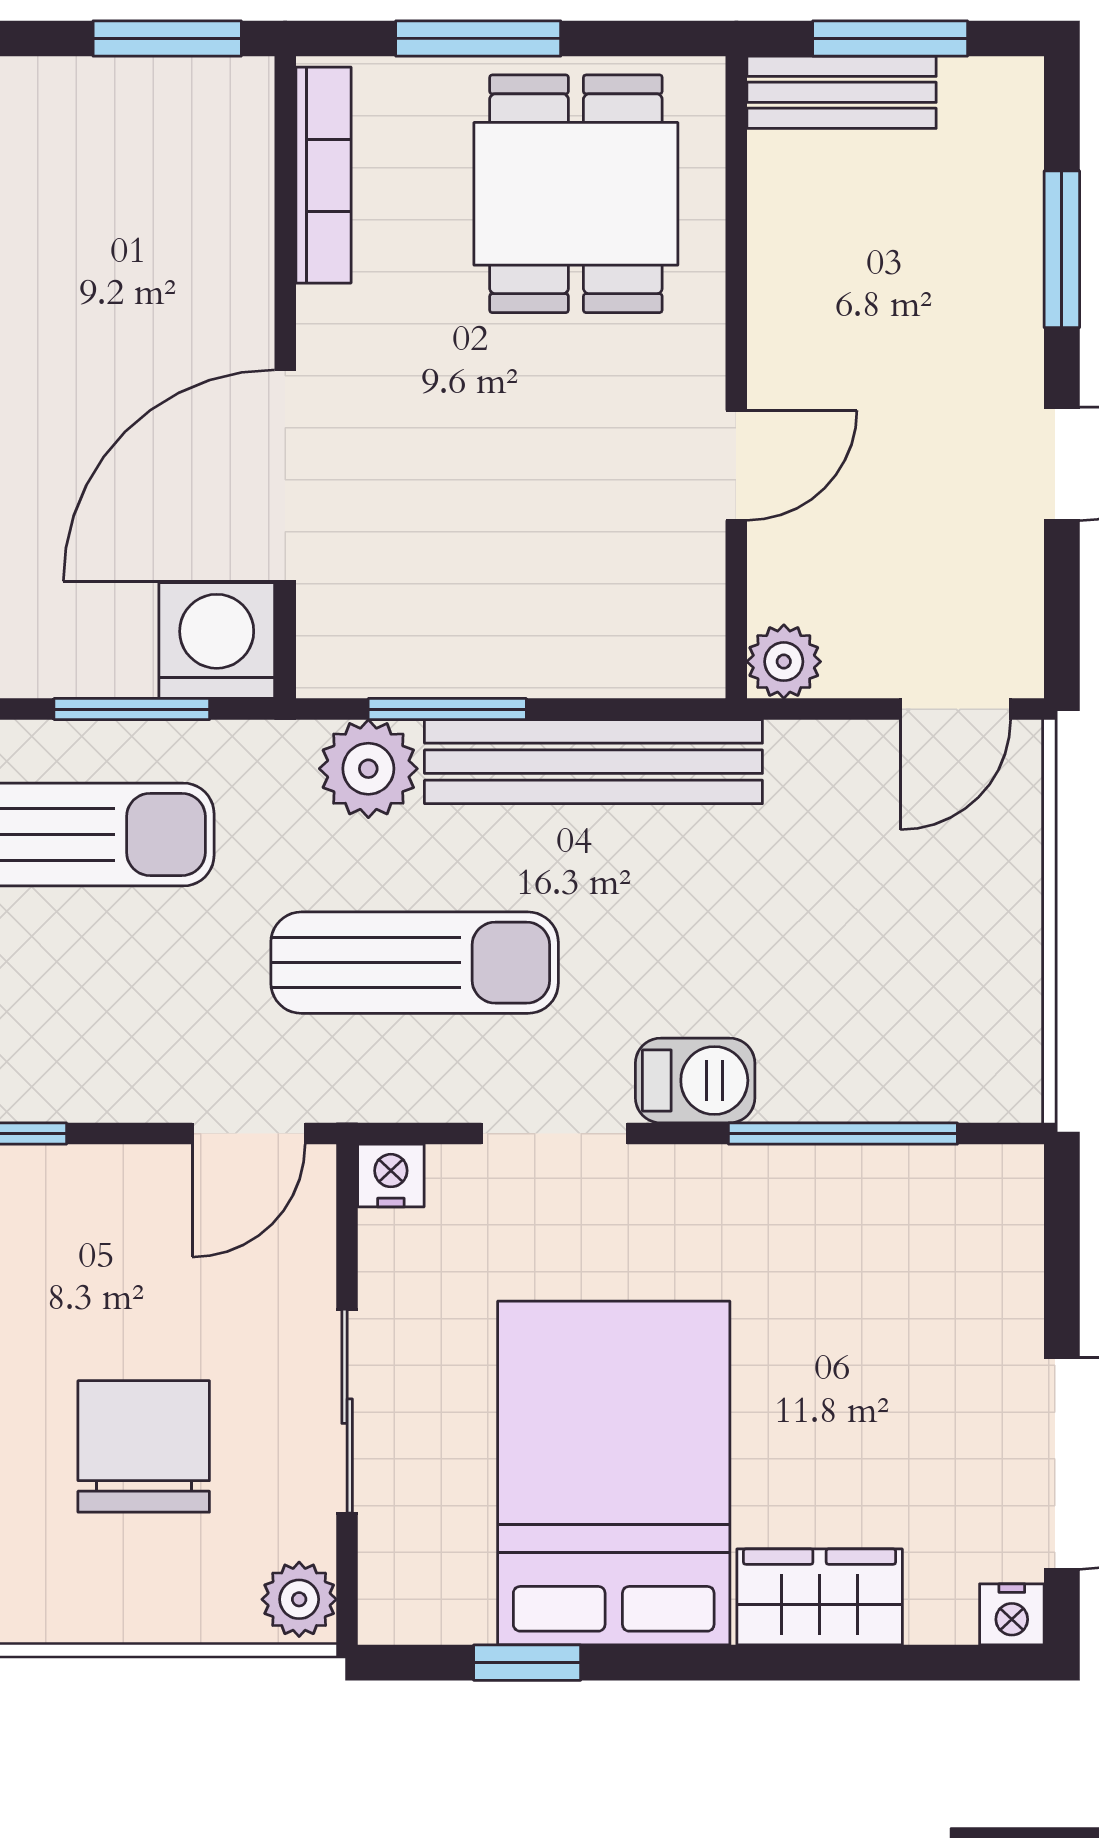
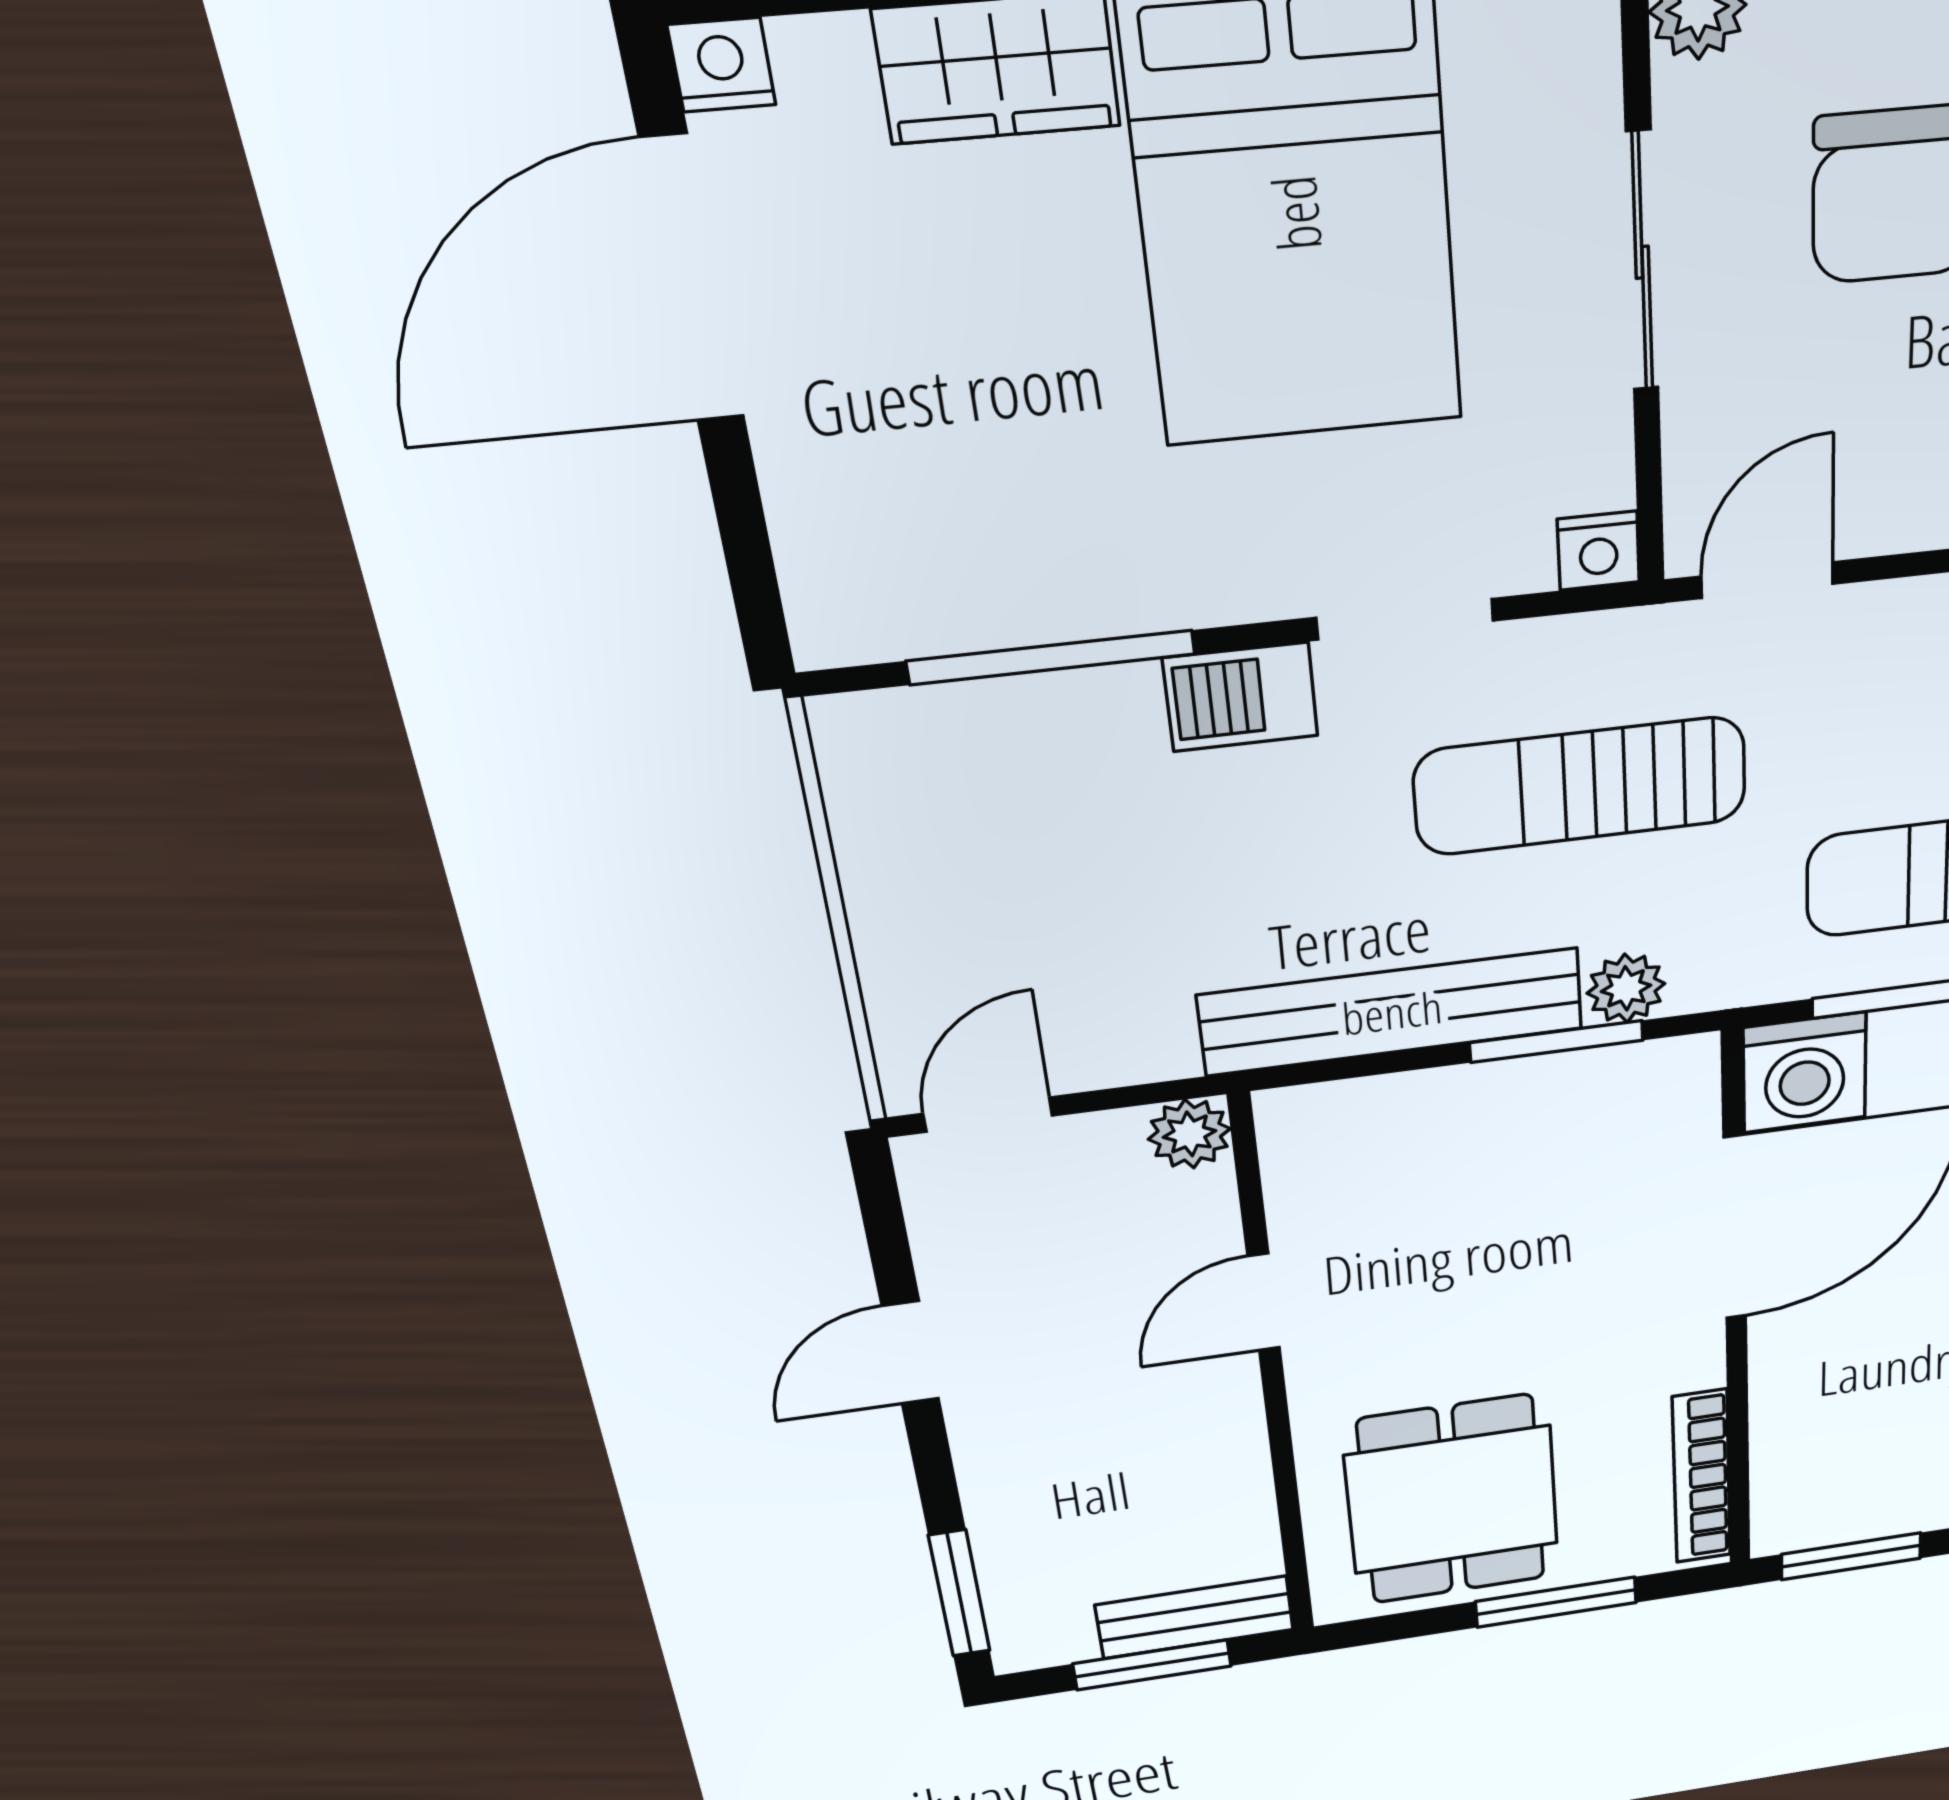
window: (1062, 249) -> (959, 1593), moved
plant: (368, 769) -> (1626, 988), width x0.73, depth x0.73

